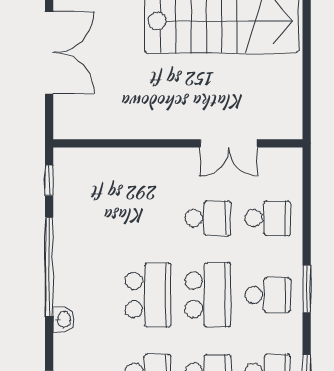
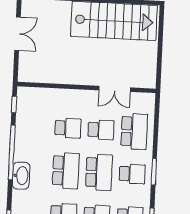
double door: (49, 53) -> (18, 34), width x0.73
school desk: (148, 218) -> (68, 128), added
school desk: (268, 218) -> (134, 131), width x1.85
washbasin: (63, 319) -> (21, 176), width x1.91, depth x1.45

